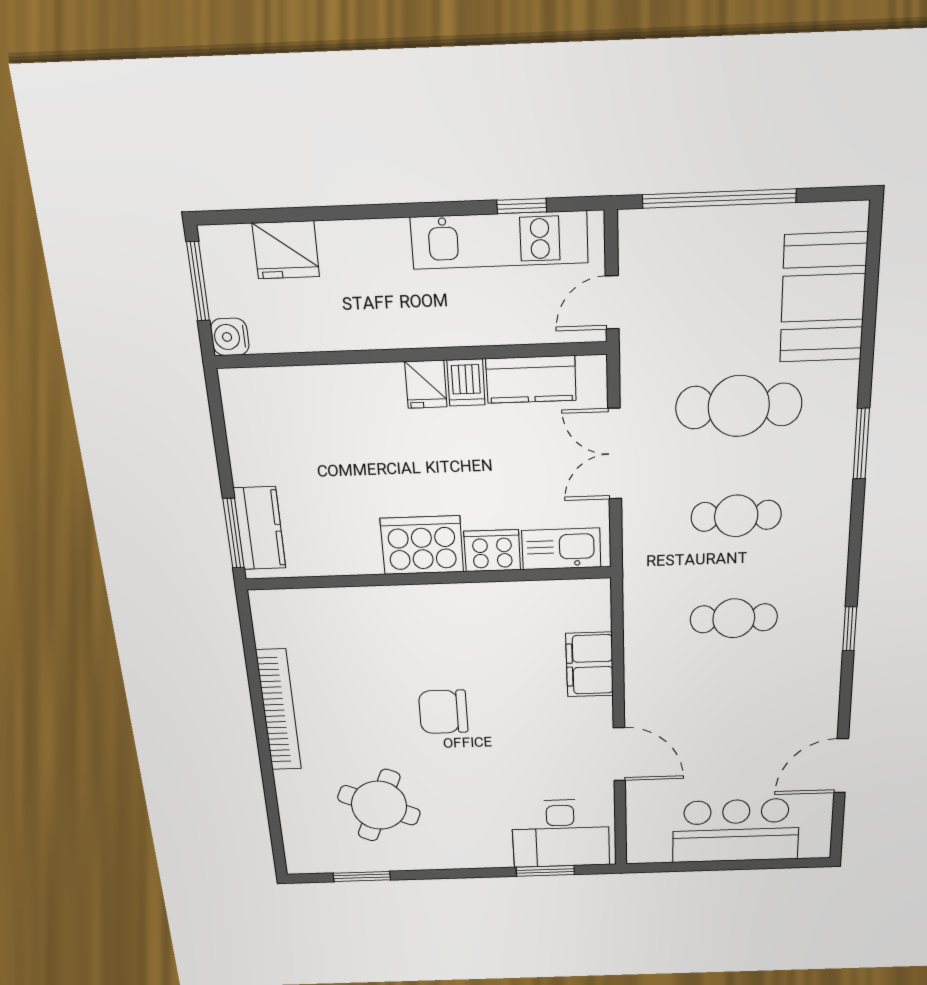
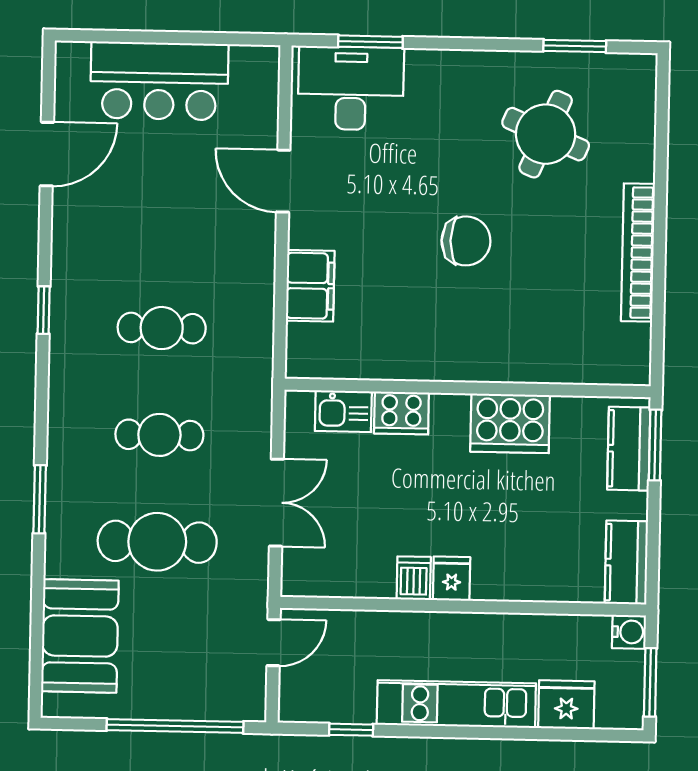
kitchen unit: (499, 240) -> (456, 704), moved
kitchen counter: (531, 379) -> (626, 562), moved, turned -90
cooker: (422, 545) -> (510, 423), moved
kitchen sink: (561, 549) -> (343, 411), width x0.73

